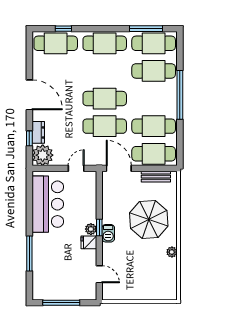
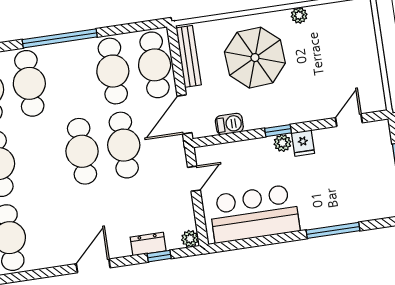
door: (29, 95) -> (93, 266), width x0.73
plant: (43, 155) -> (190, 239), width x0.53, depth x0.53
door: (76, 168) -> (194, 179), swing flipped
bench: (156, 177) -> (189, 56), width x1.36
barbecue: (108, 233) -> (229, 124), moved

